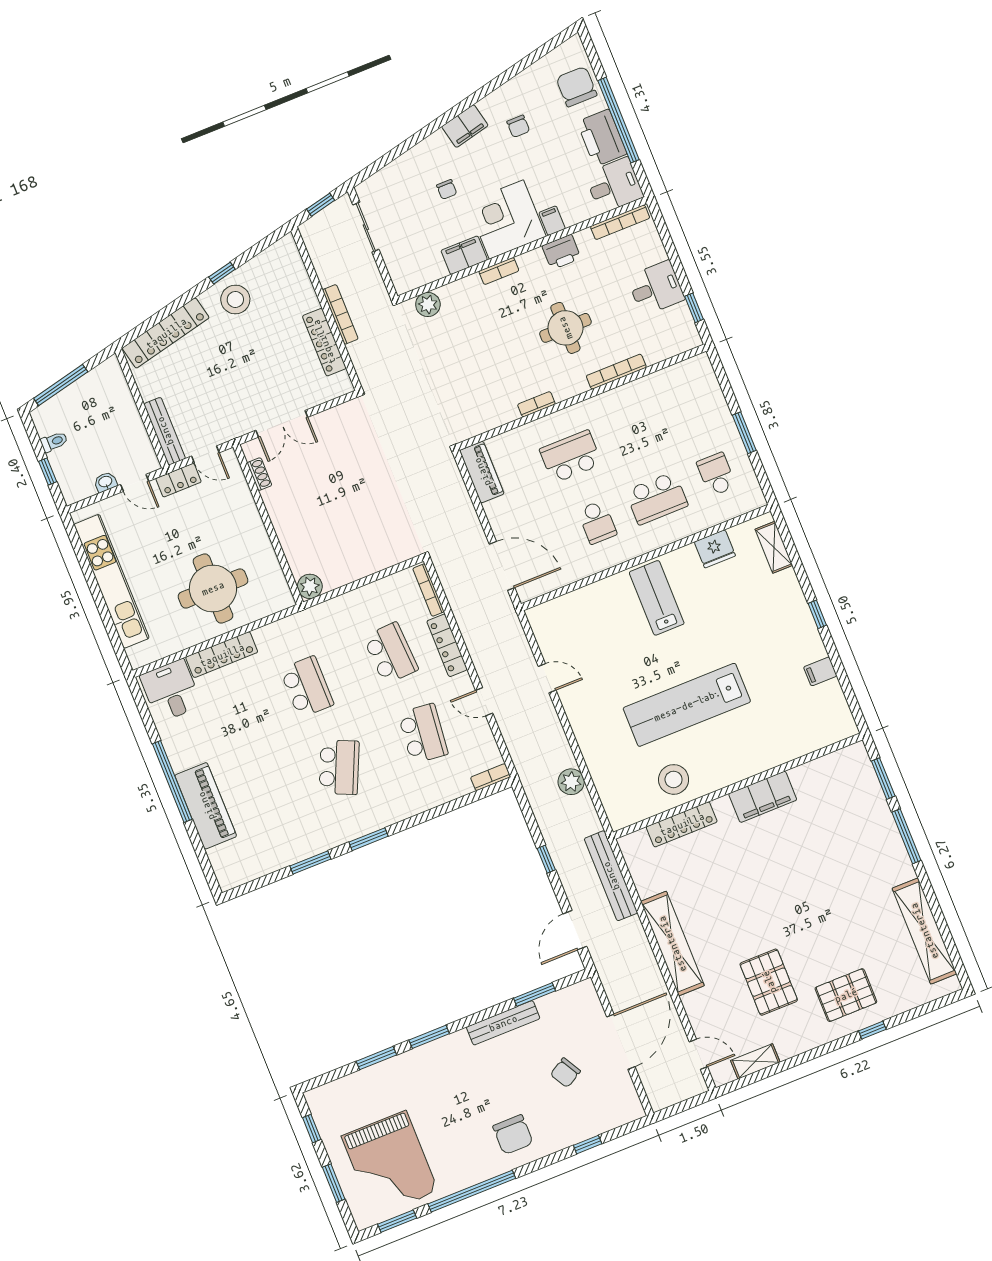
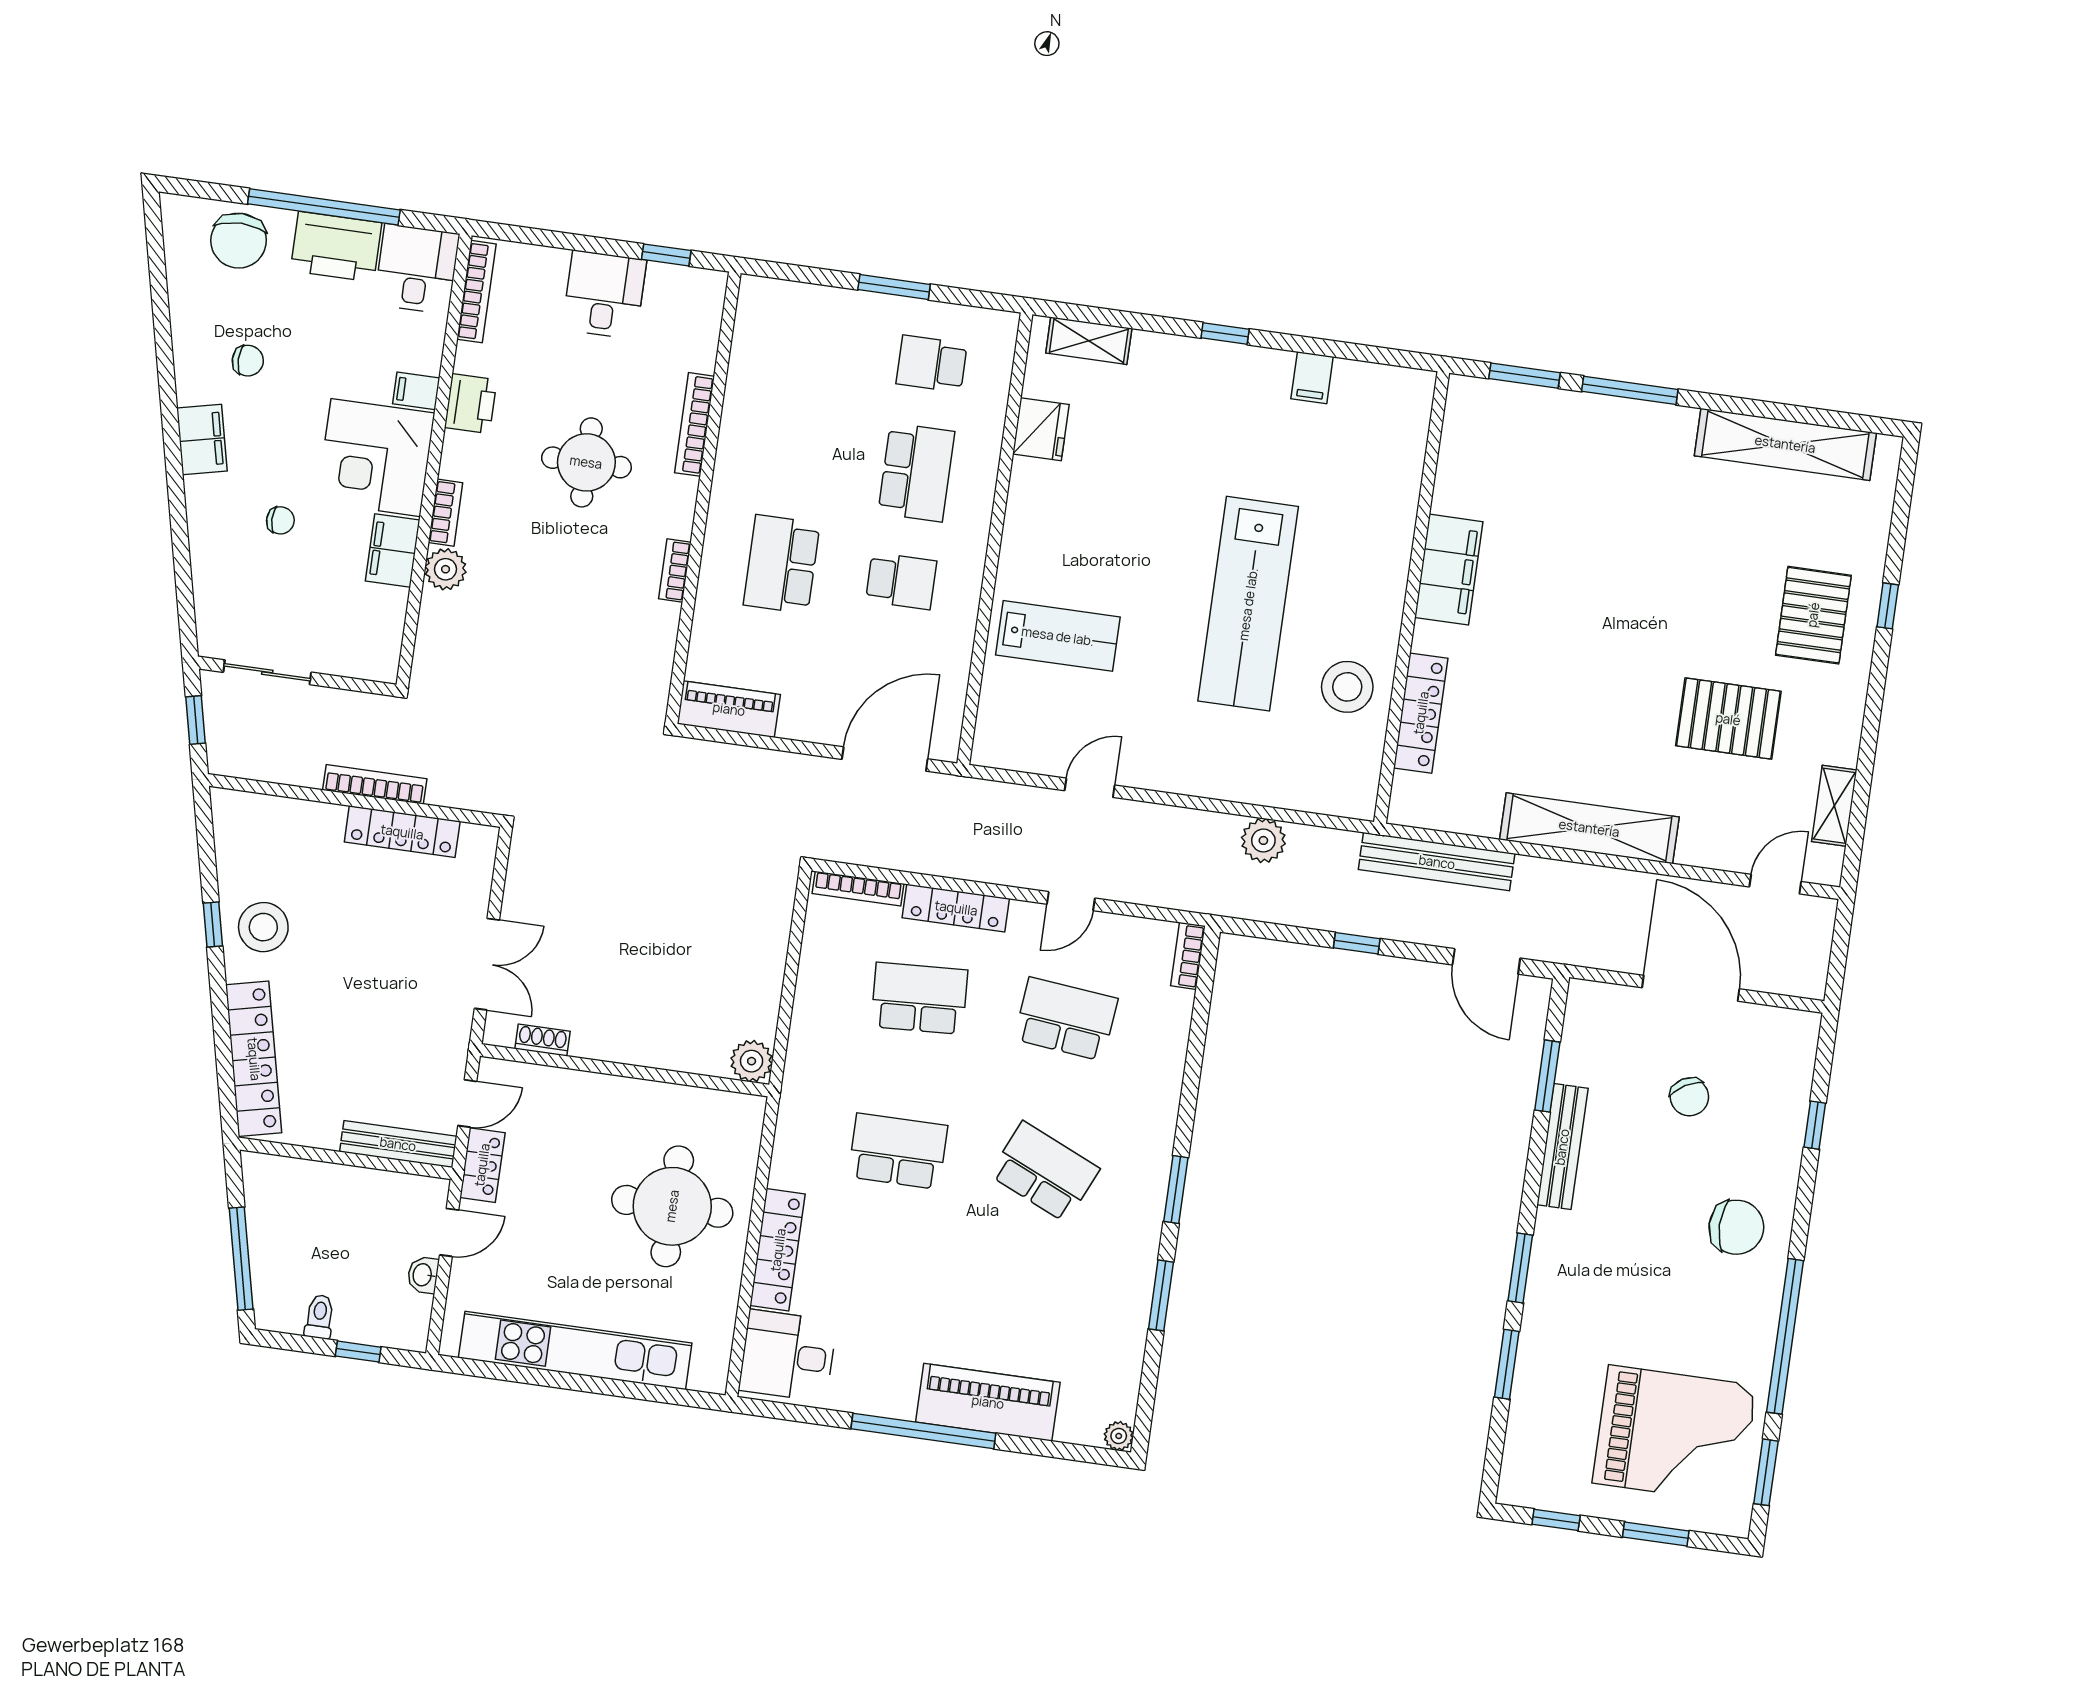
chair: (577, 87) -> (239, 241), turned -90
plant: (428, 304) -> (446, 569), moved
lab bench: (657, 598) -> (1058, 636), moved, turned 180
plant: (227, 882) -> (1119, 1436), added

